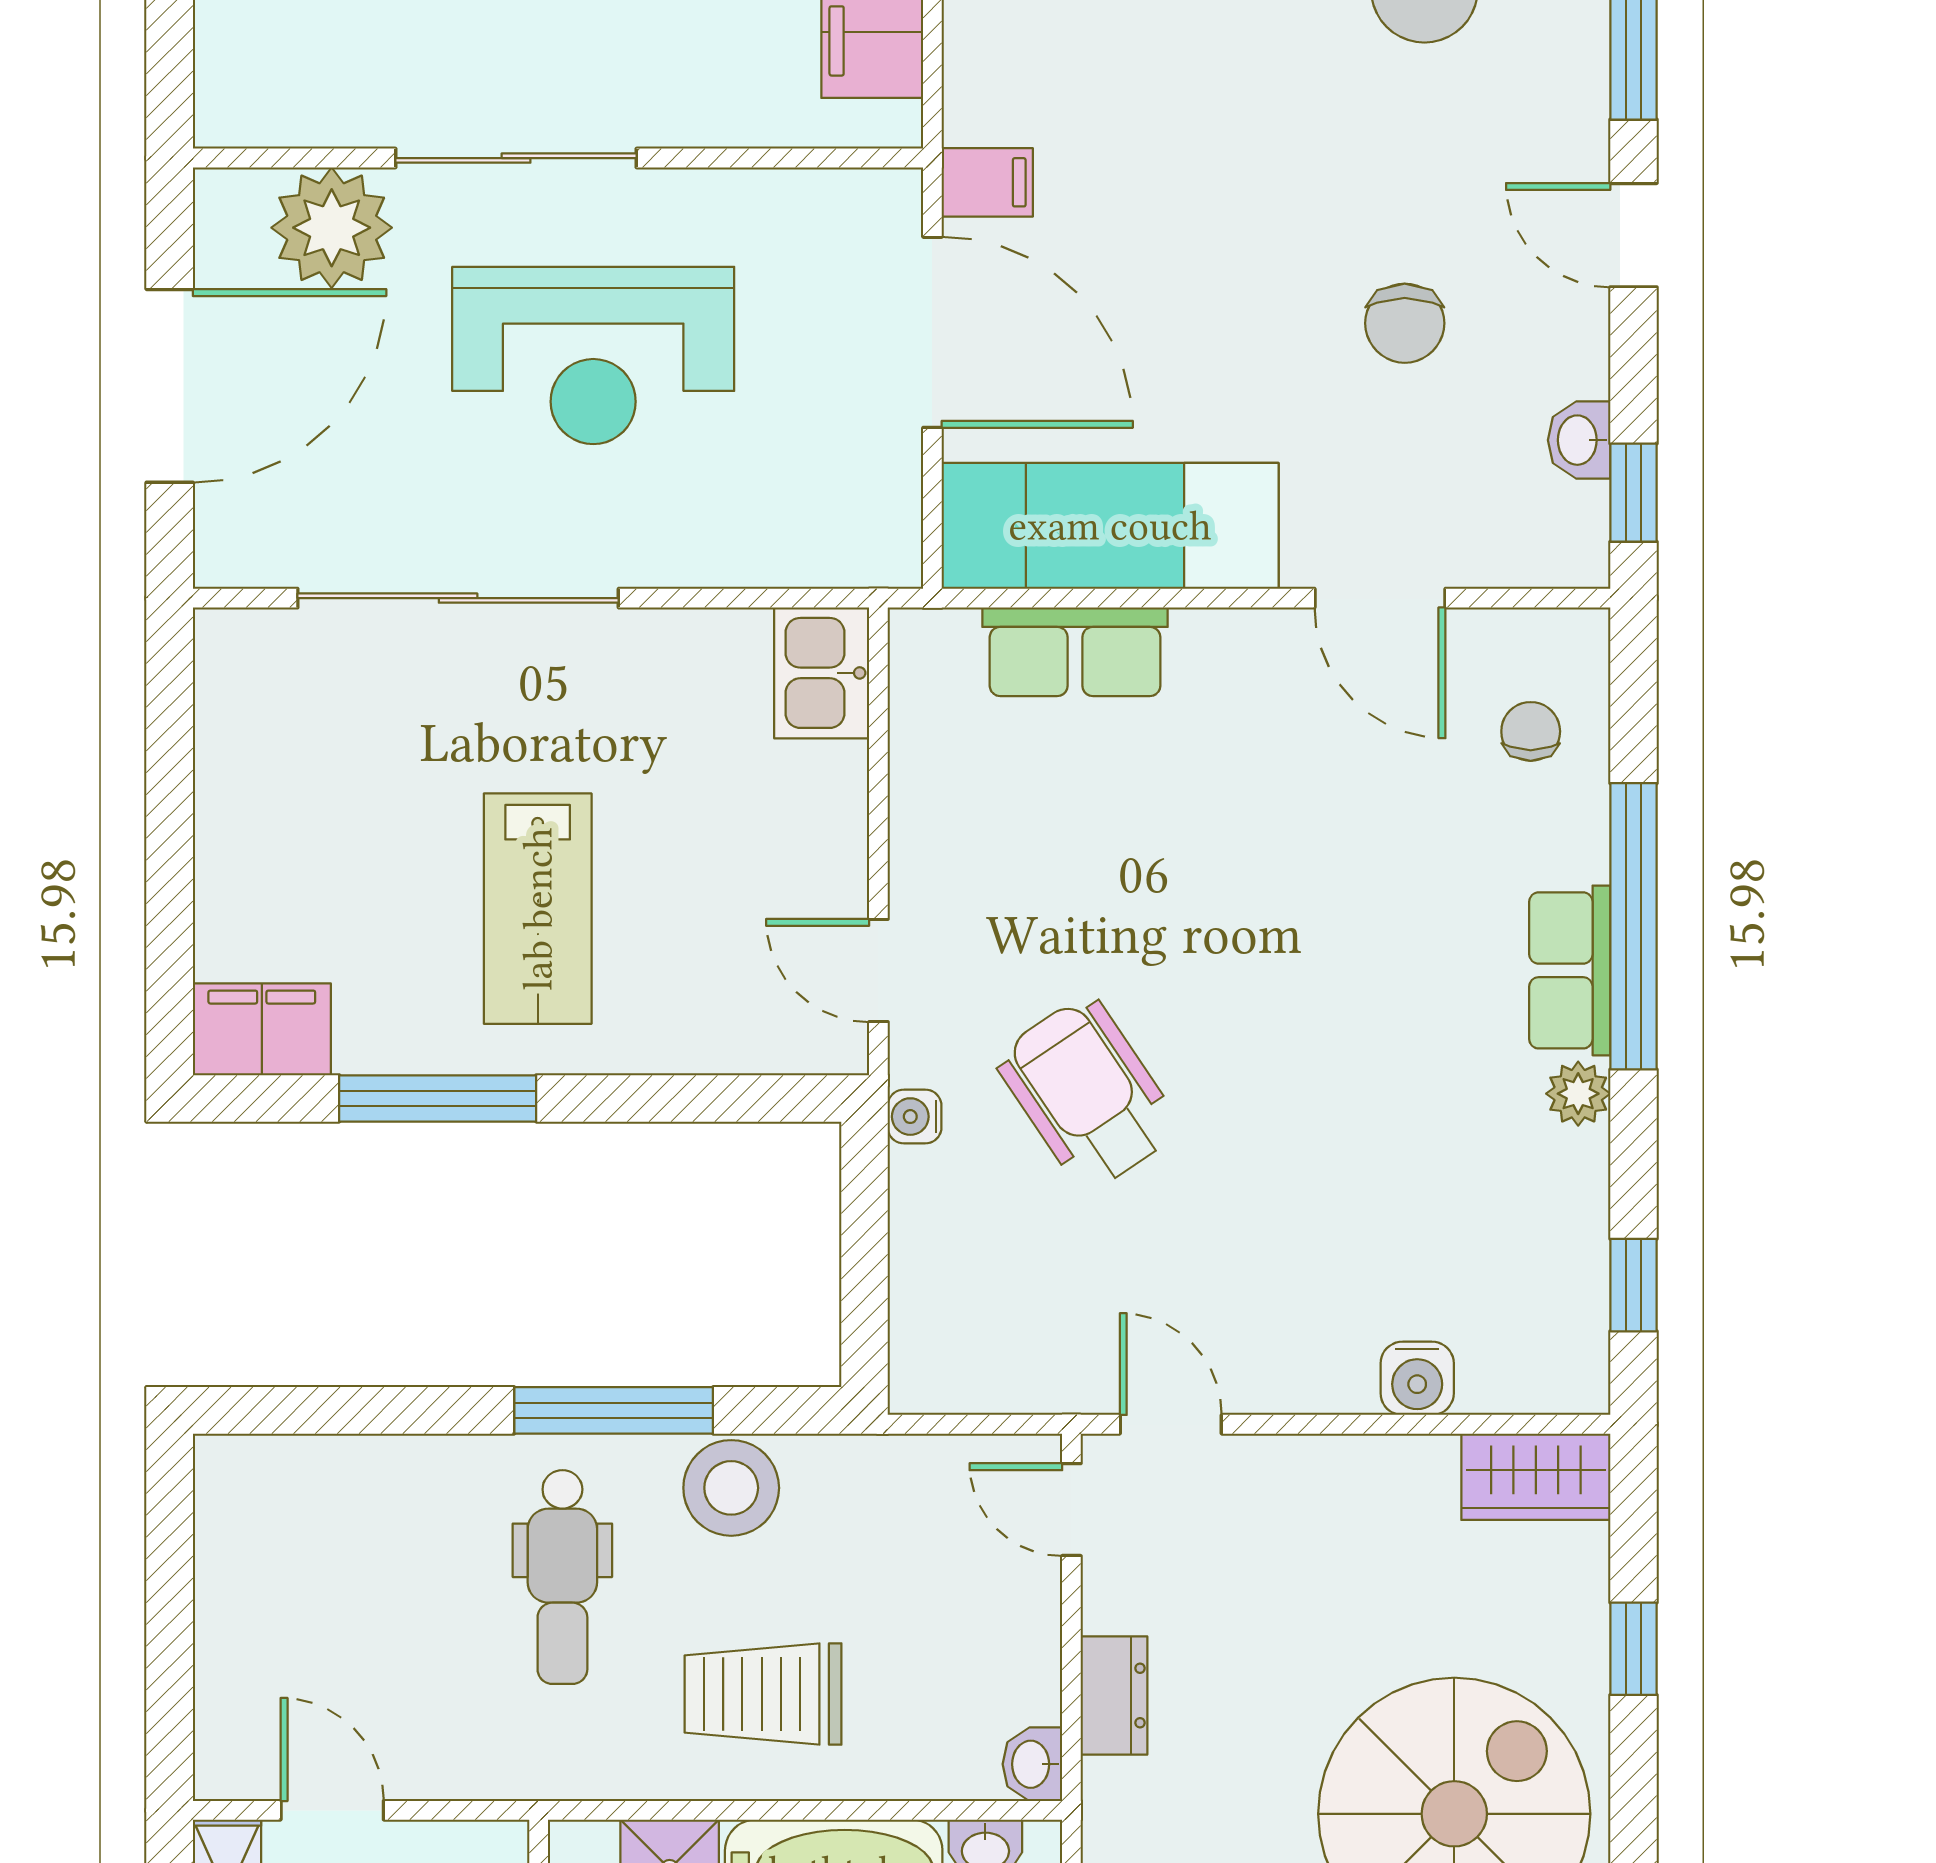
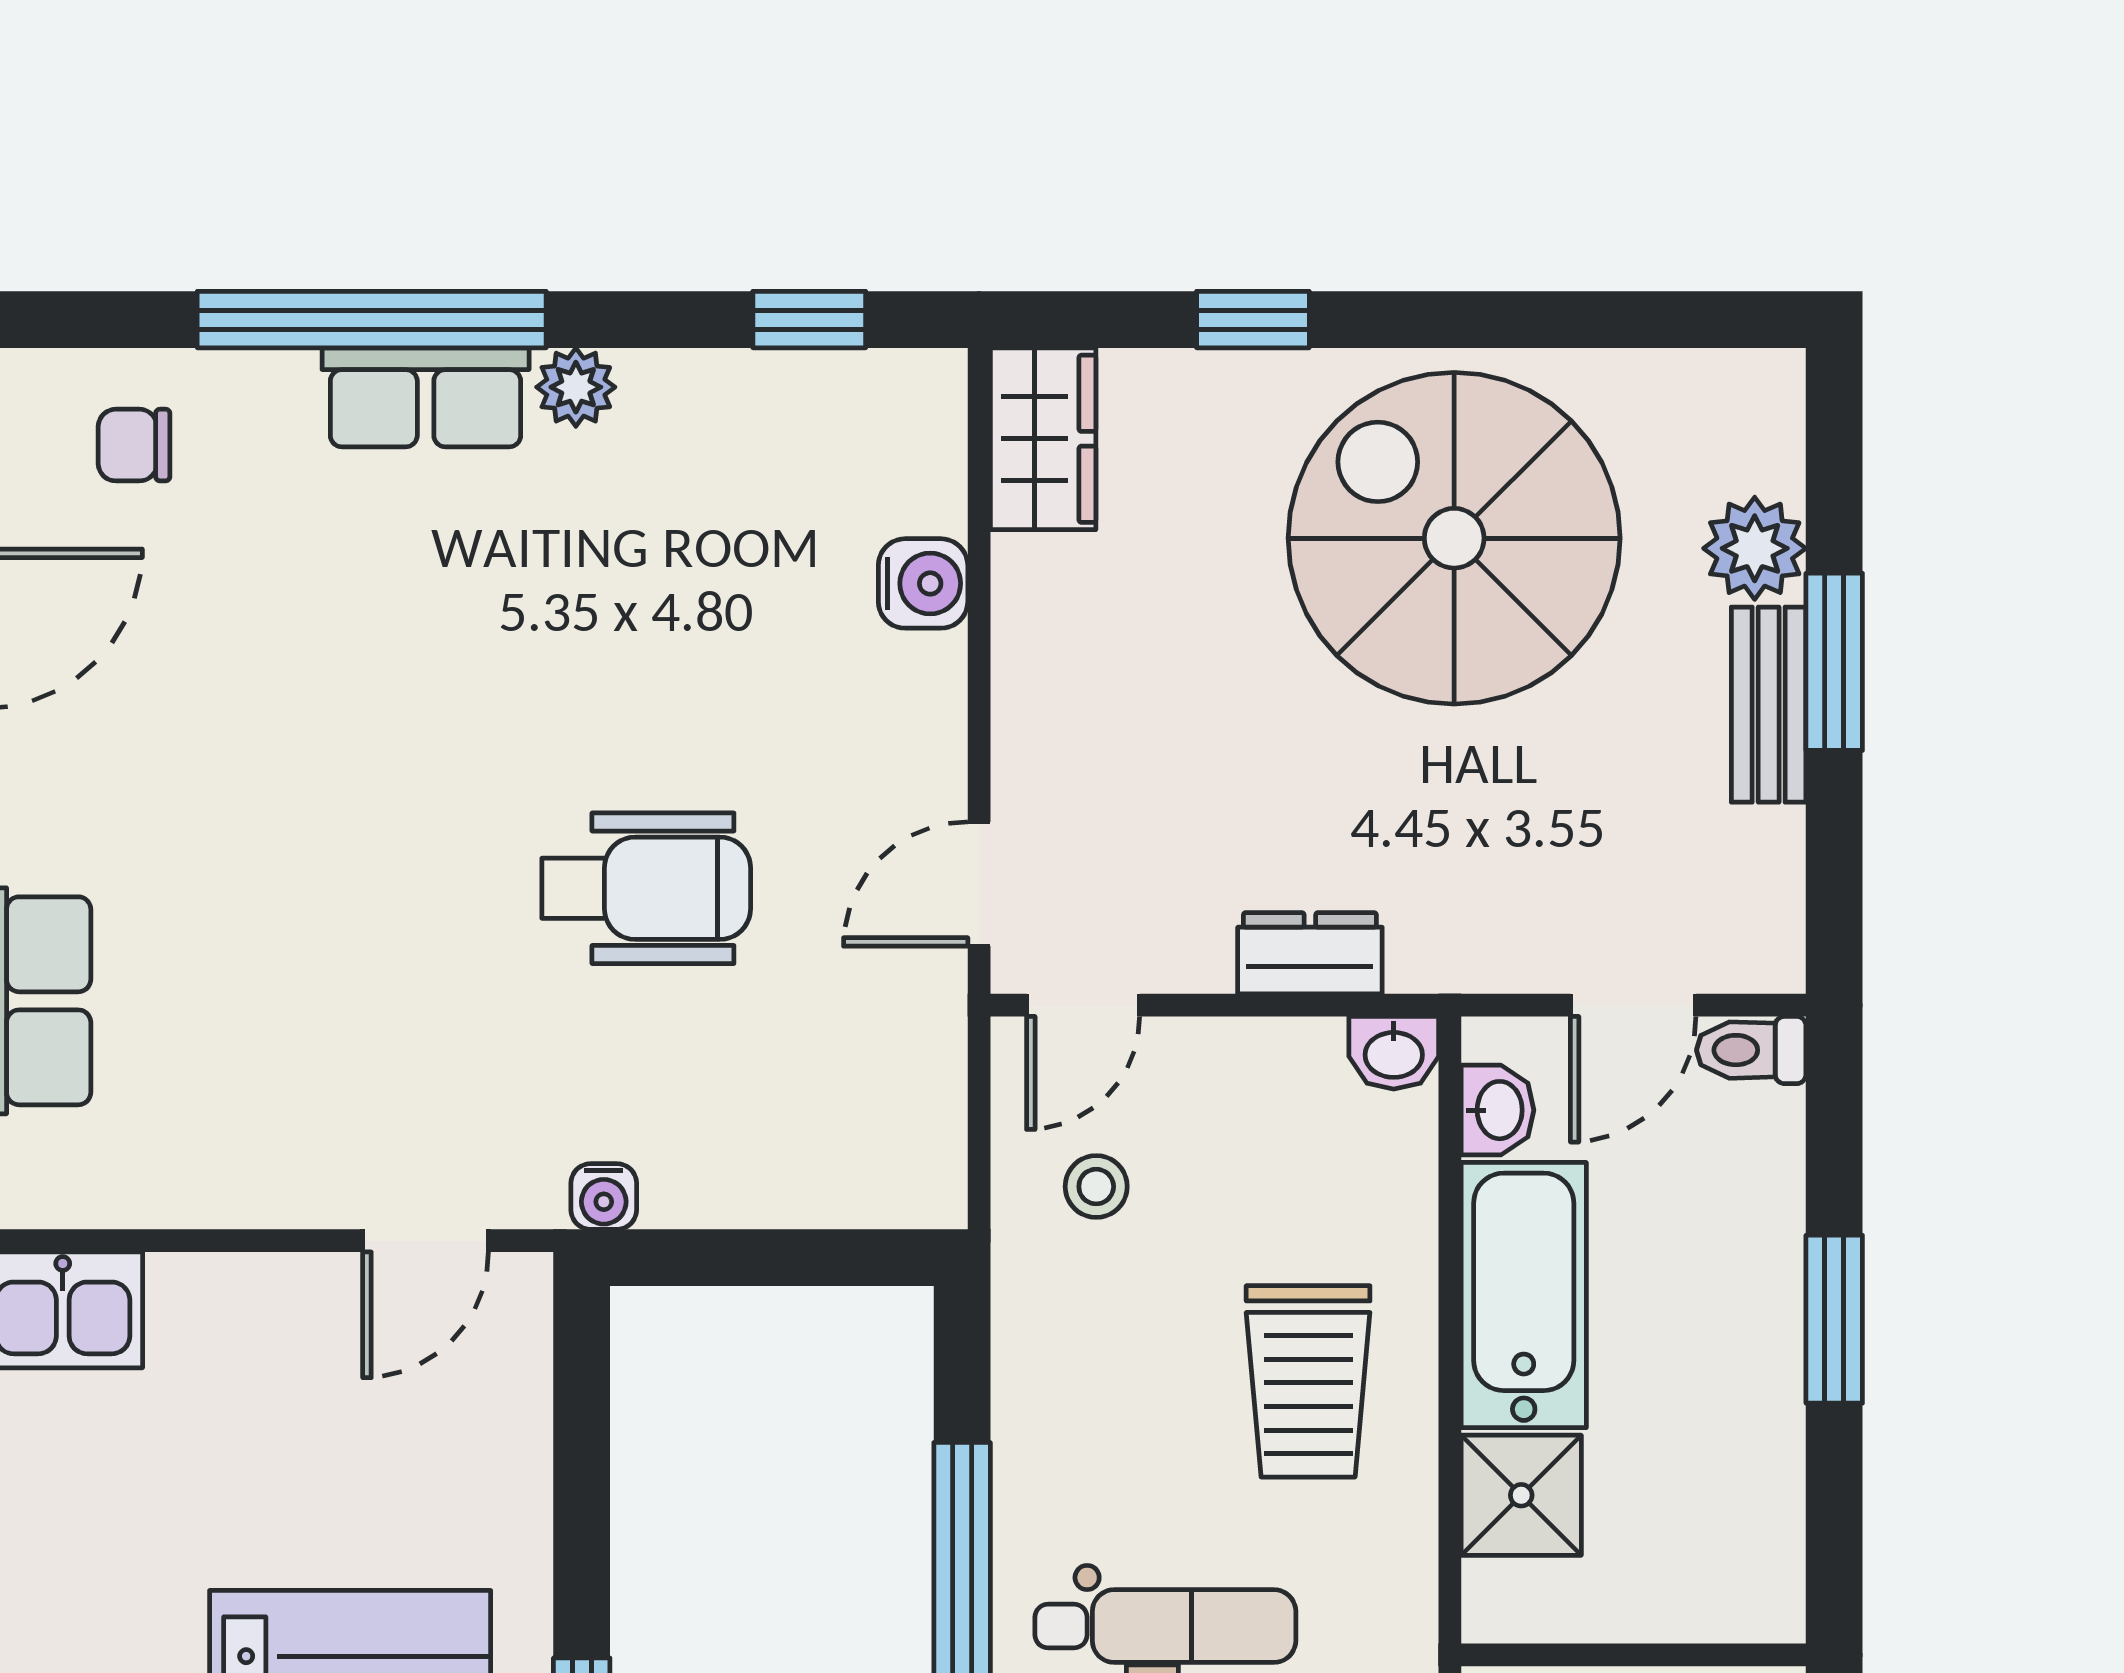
wheelchair: (1088, 1093) -> (646, 888), moved, turned -146
stool: (731, 1488) -> (1096, 1187), moved, width x0.53, depth x0.53

